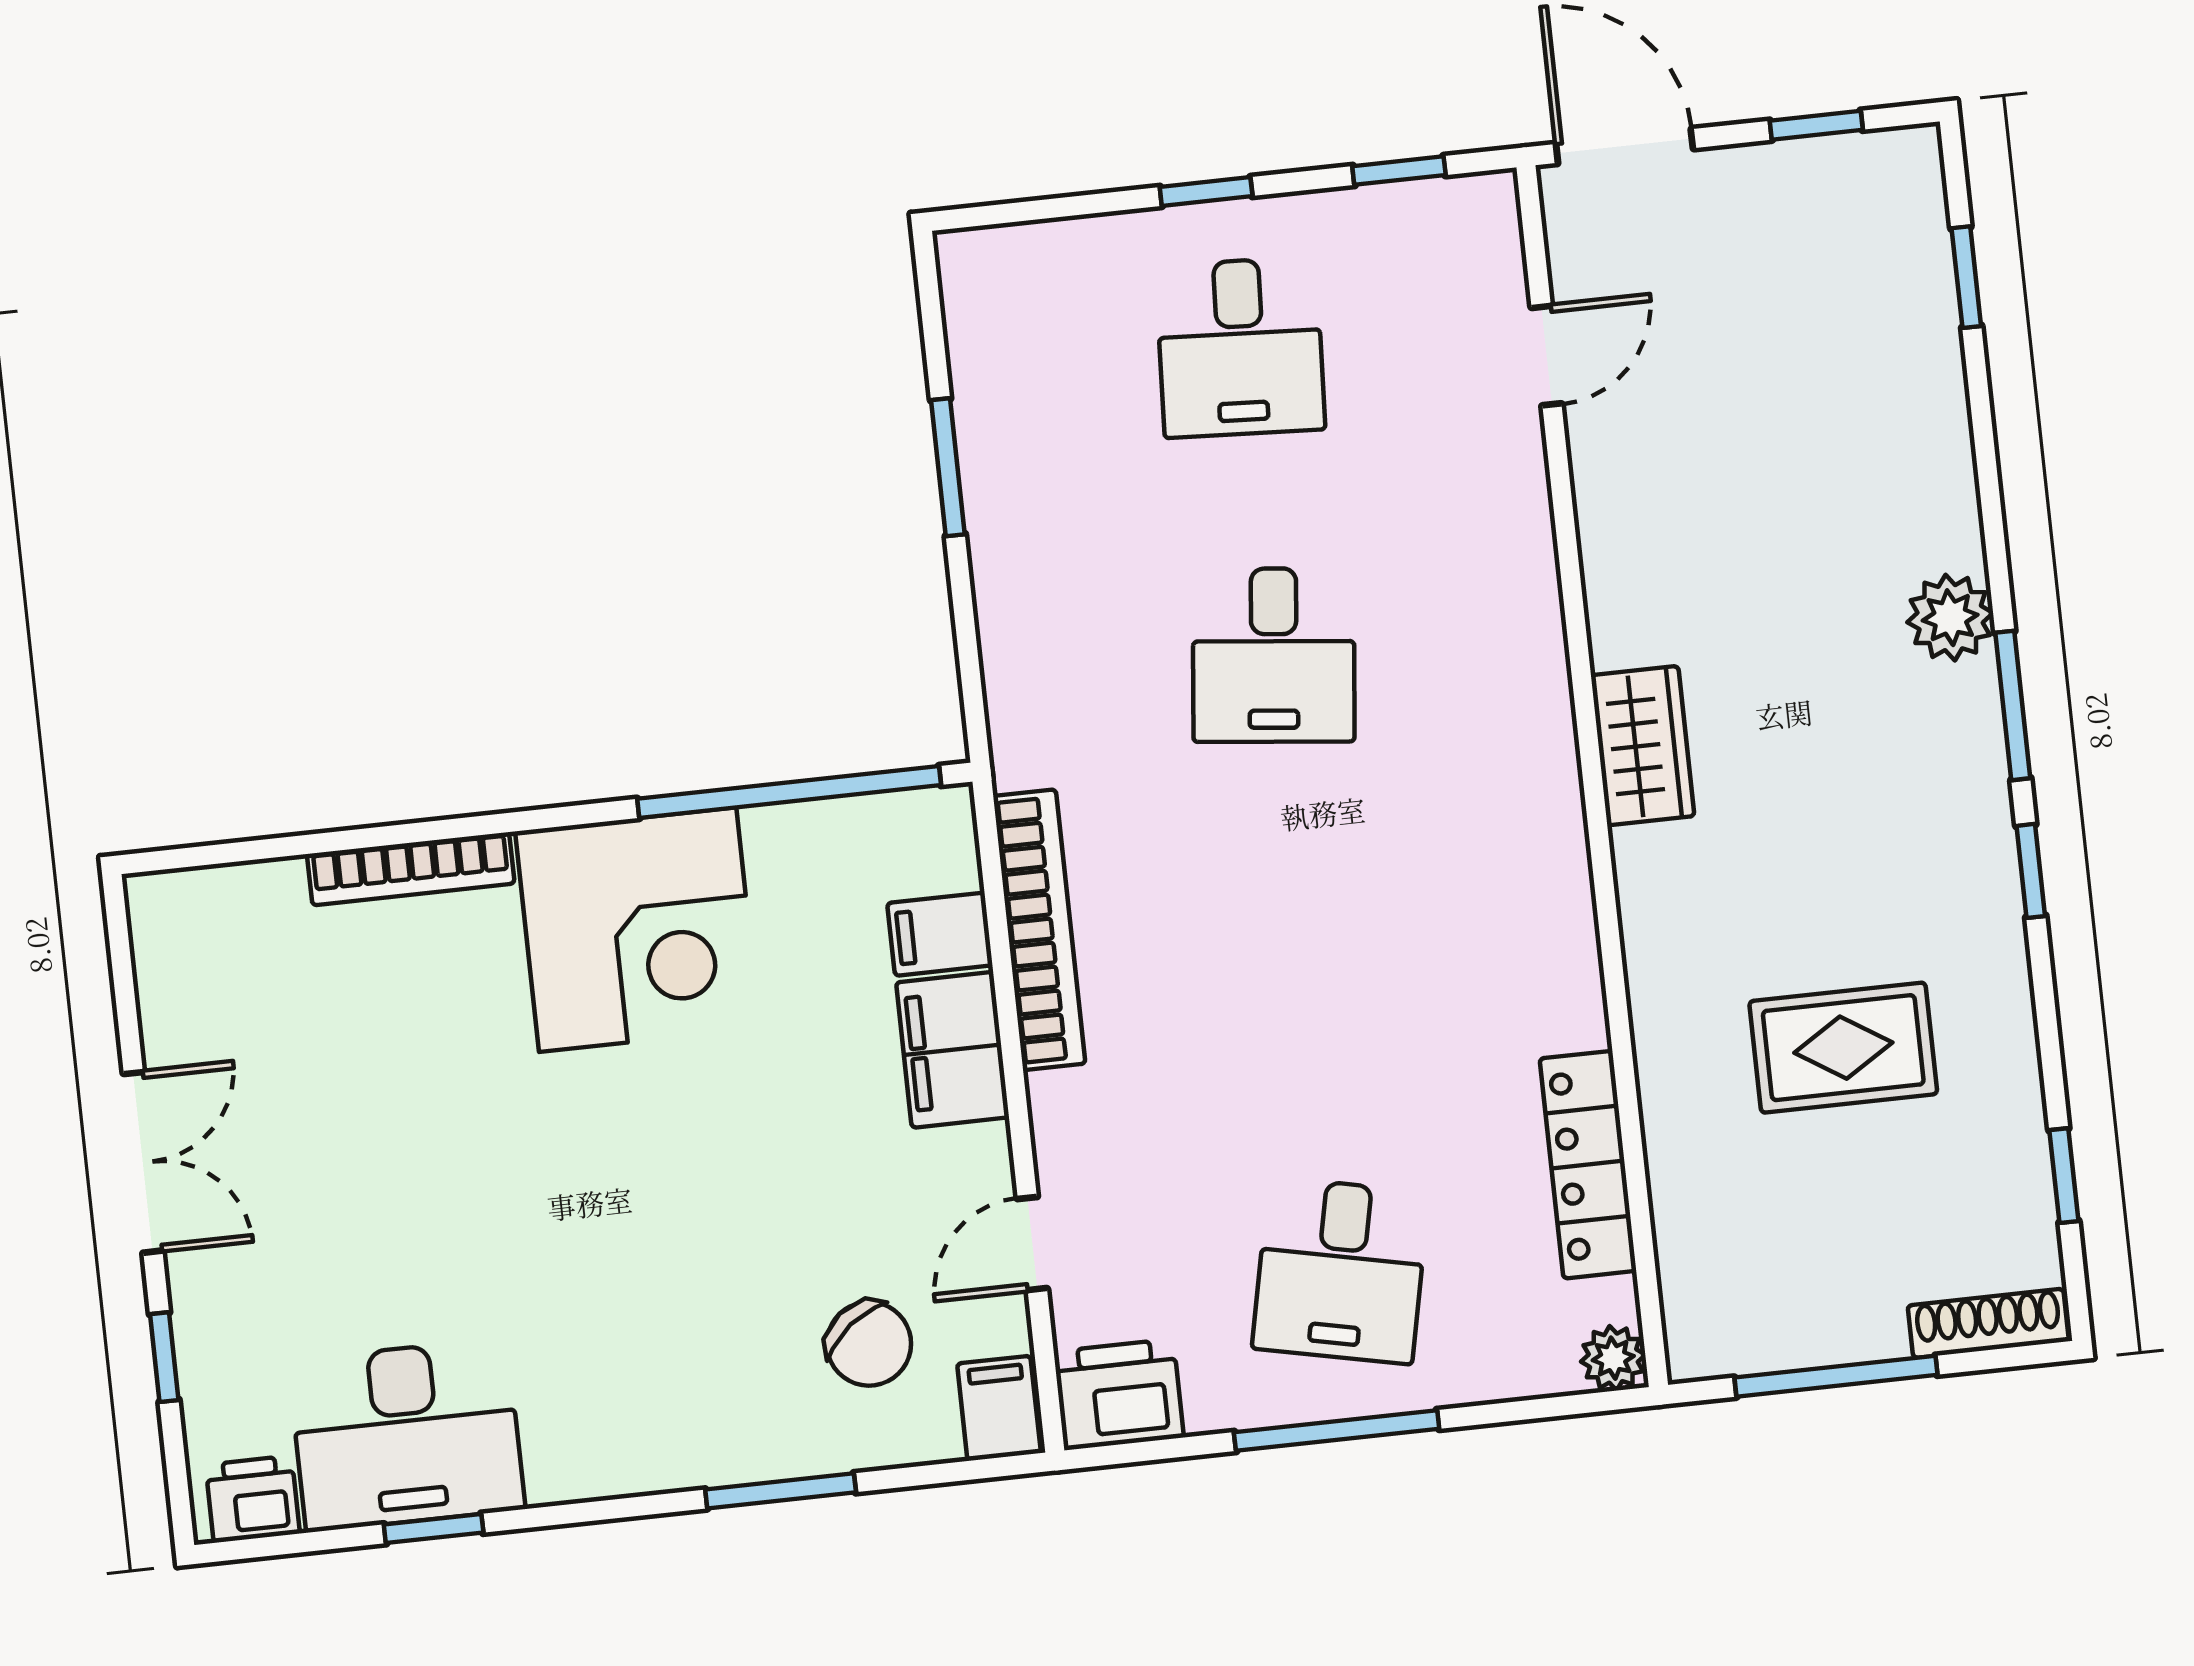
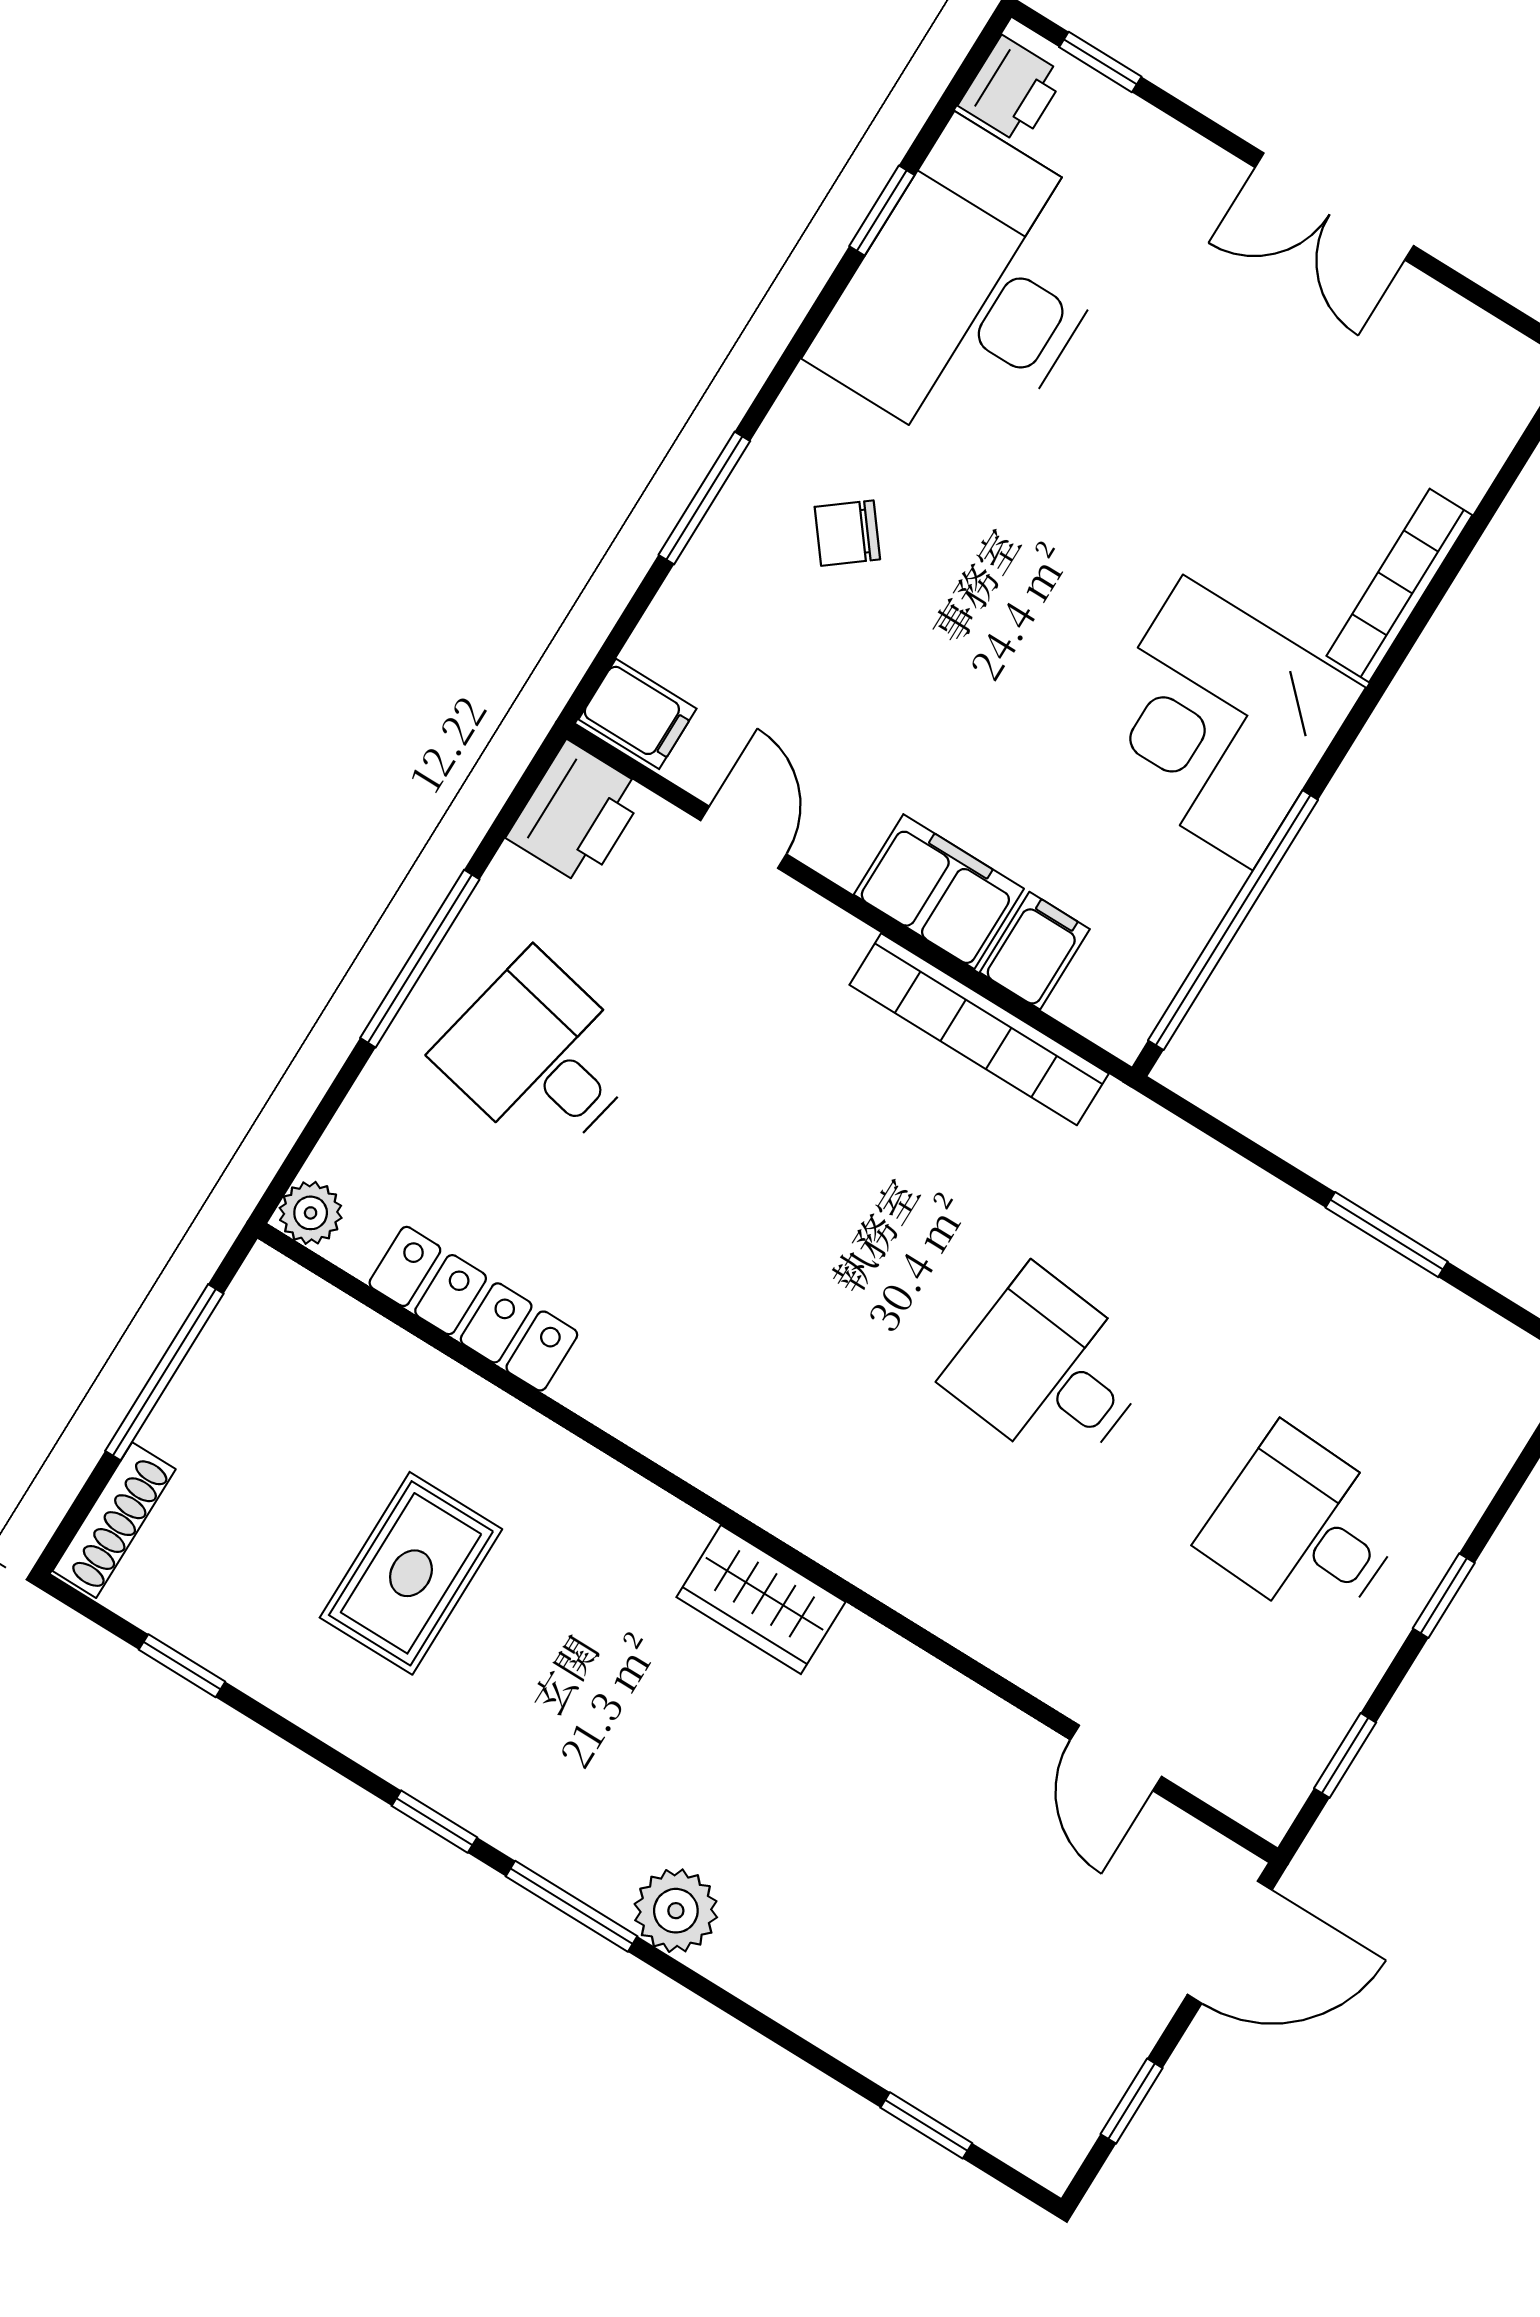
chair: (869, 1344) -> (847, 533), moved, width x0.73, depth x0.73
window: (164, 1357) -> (1100, 62), moved
desk: (407, 1435) -> (971, 292), width x1.36, depth x1.30

